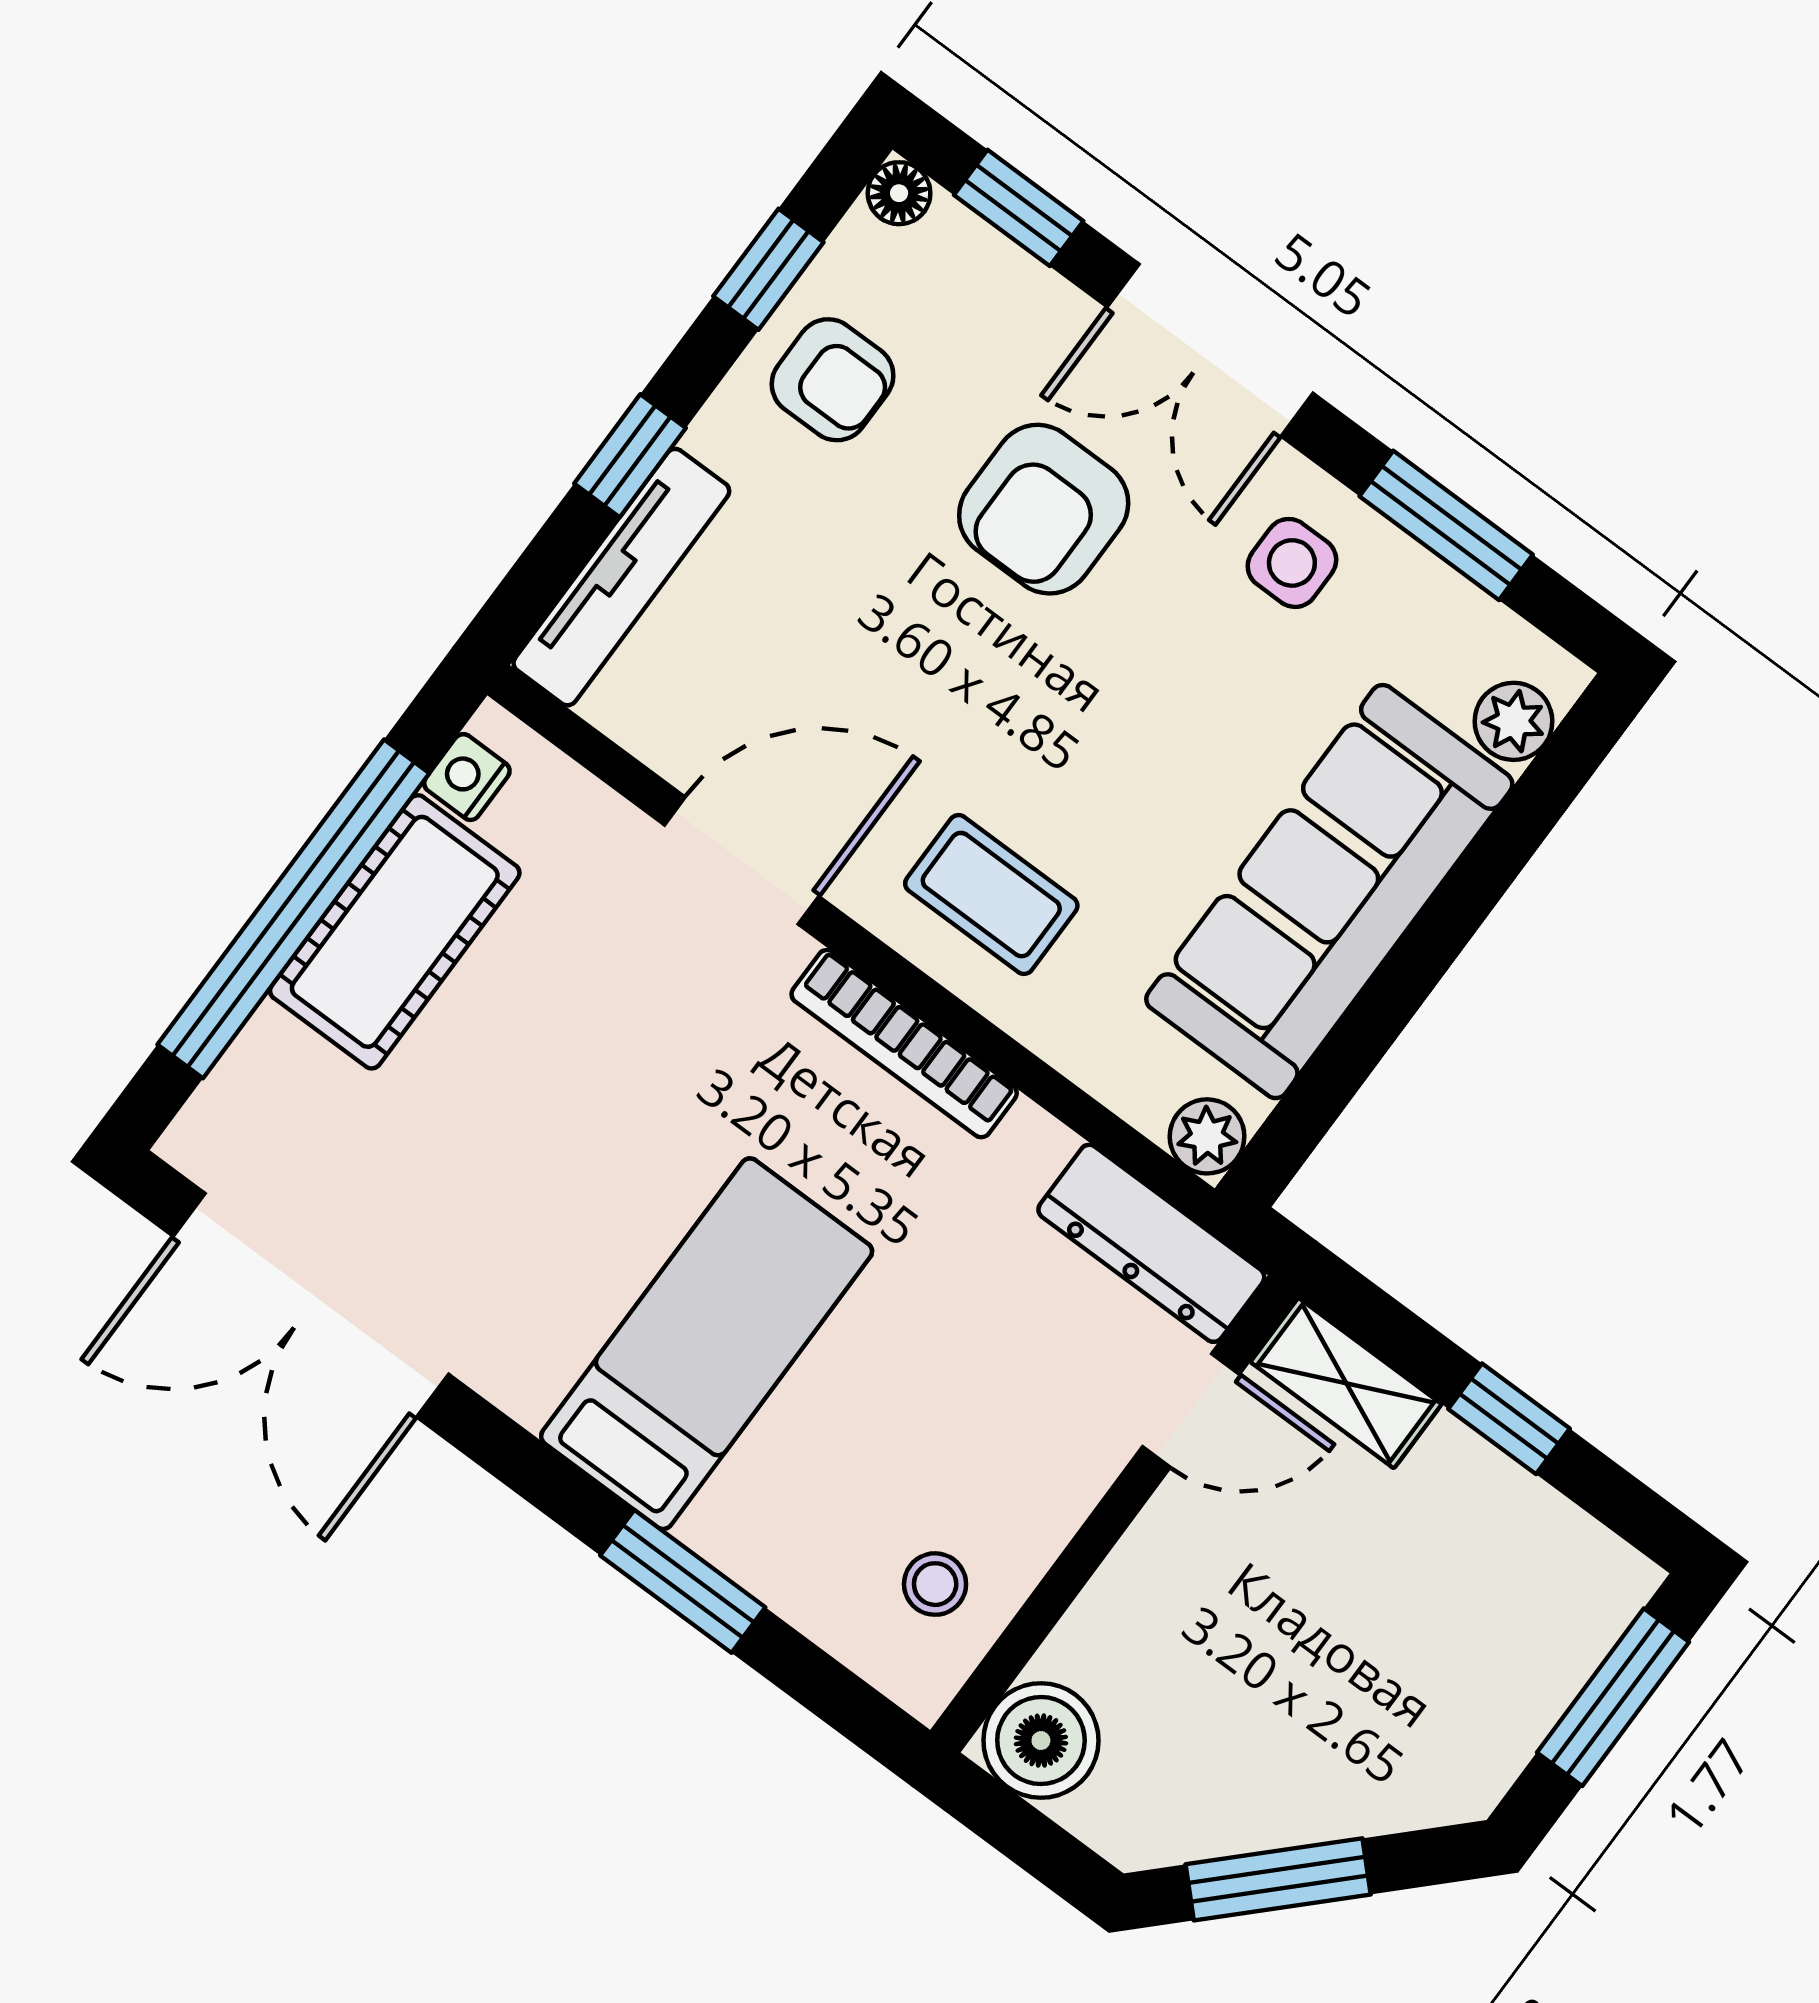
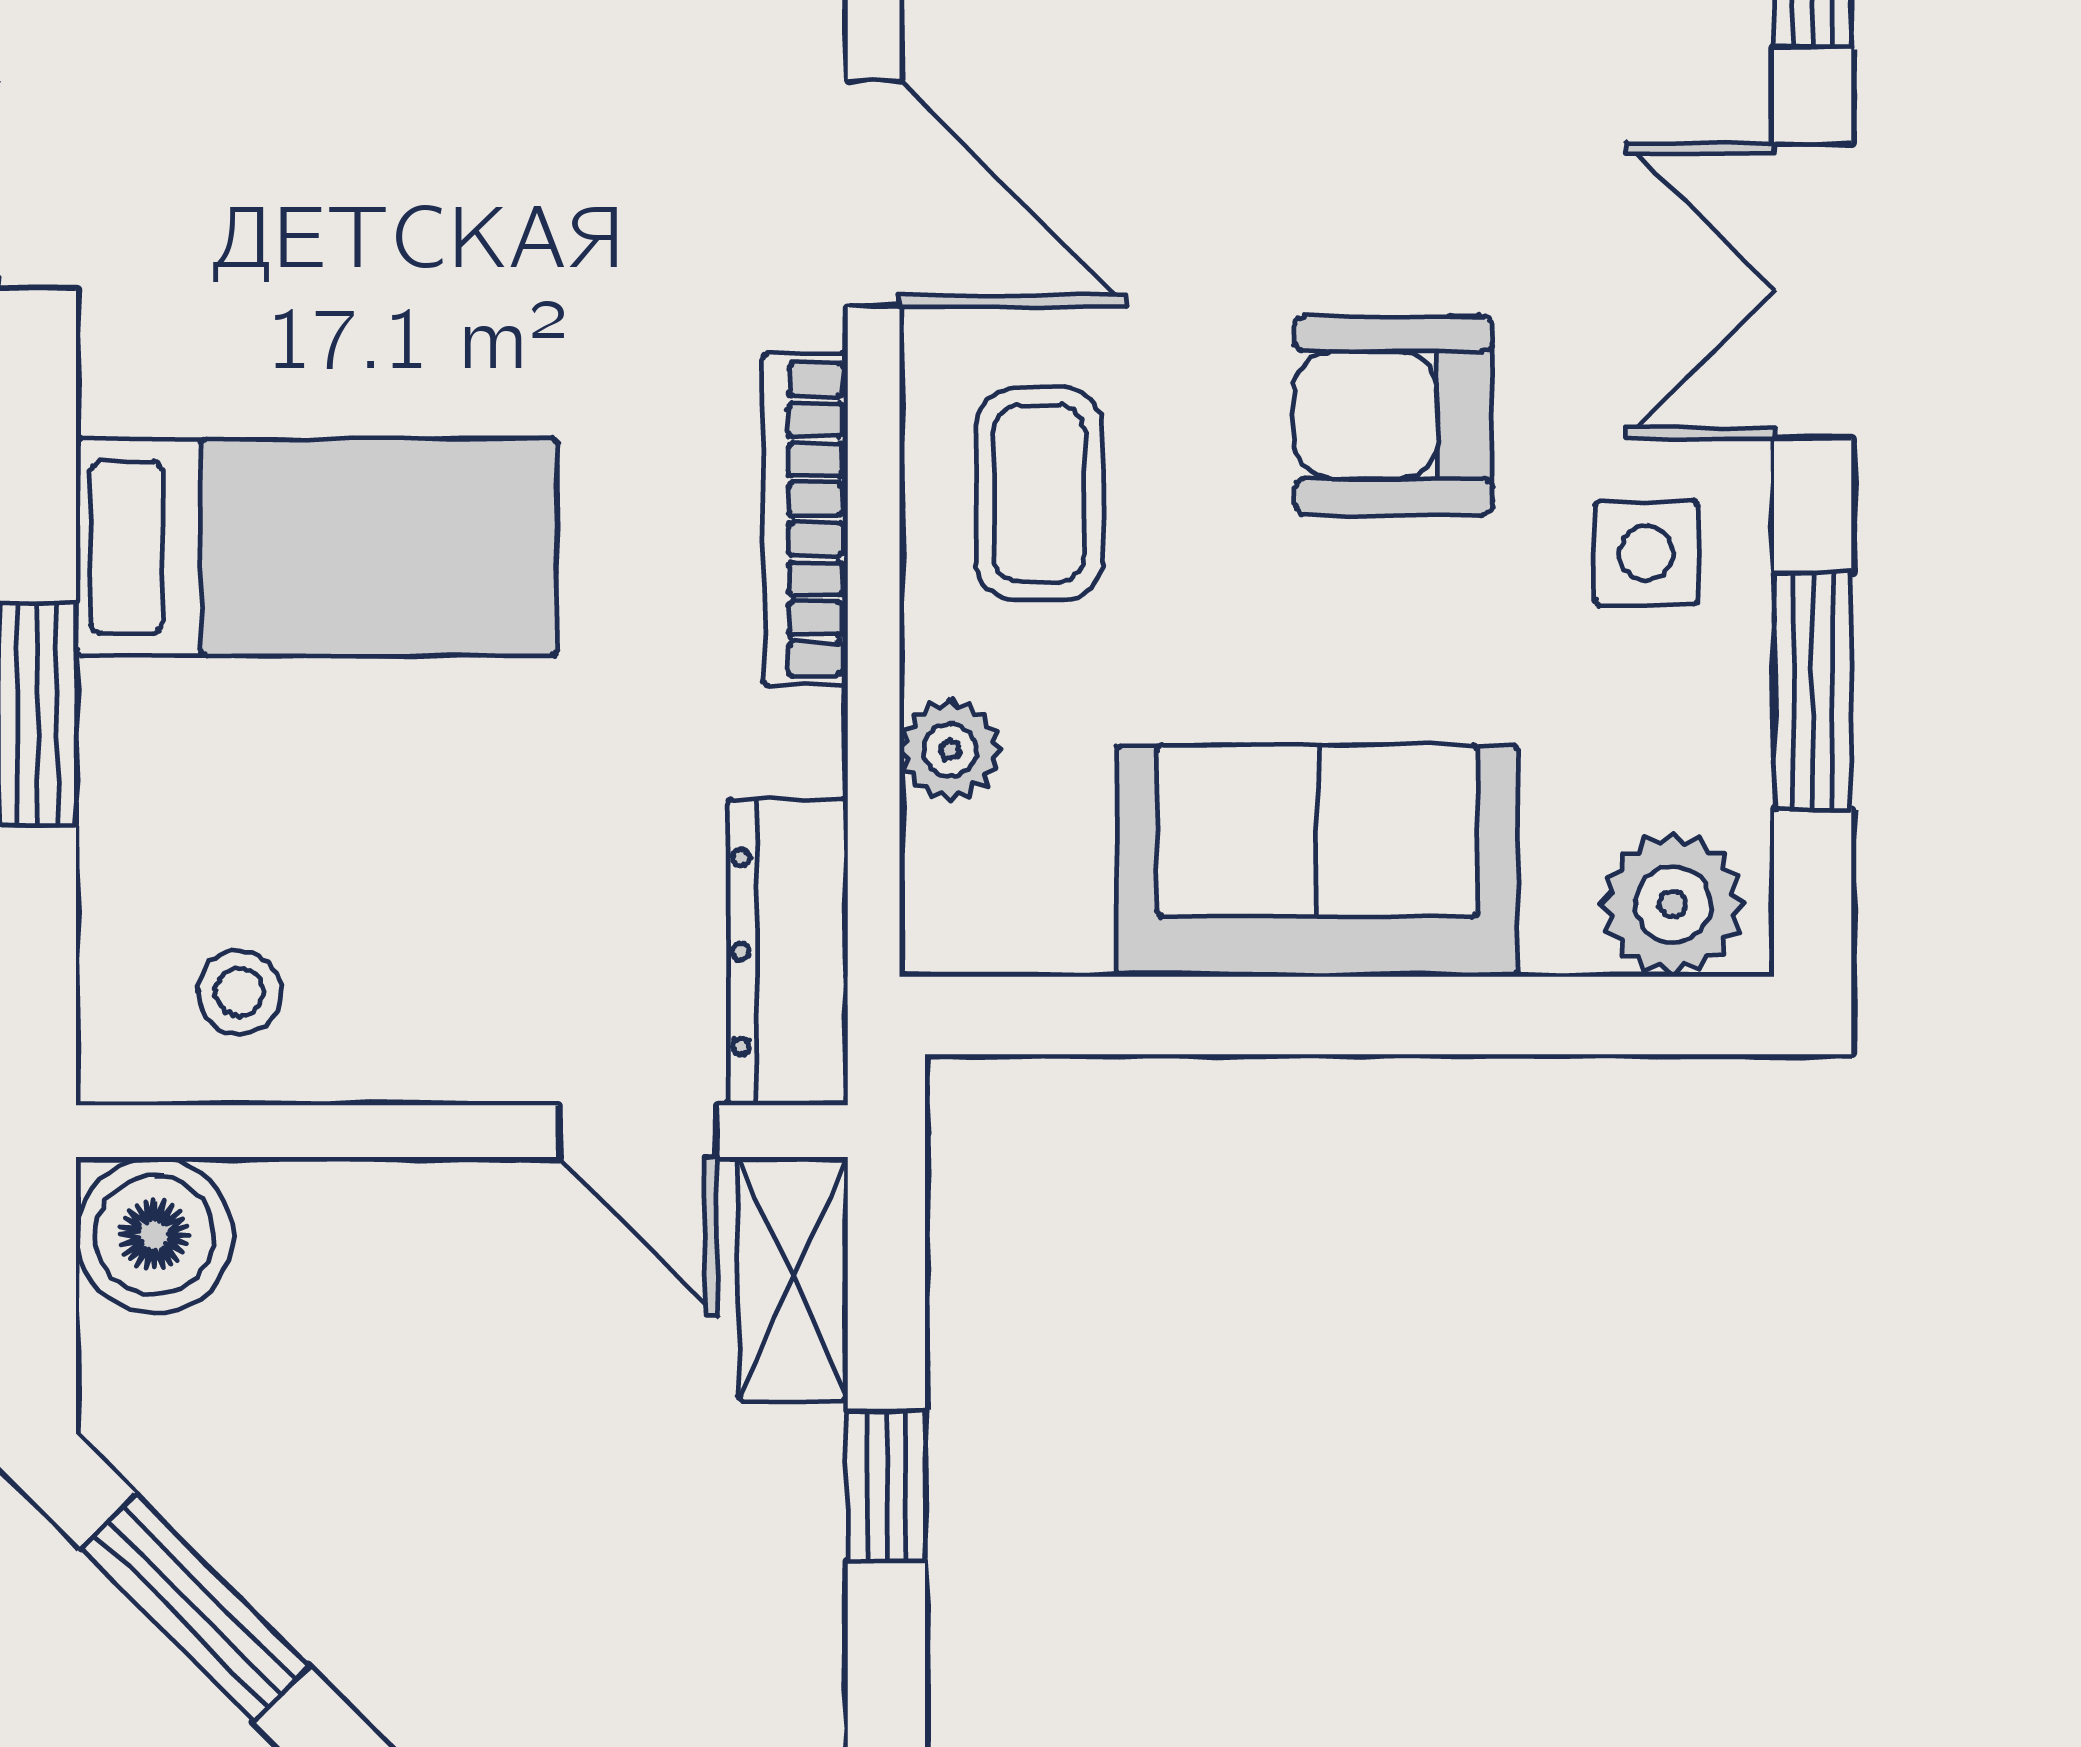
armchair: (1044, 509) -> (1394, 415), moved
plant: (1513, 721) -> (1673, 904), width x1.38, depth x1.38
sofa: (1329, 892) -> (1317, 861), width x0.73
plant: (1207, 1136) -> (950, 750), moved

